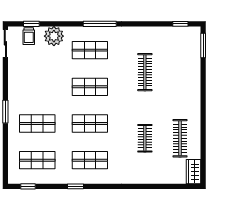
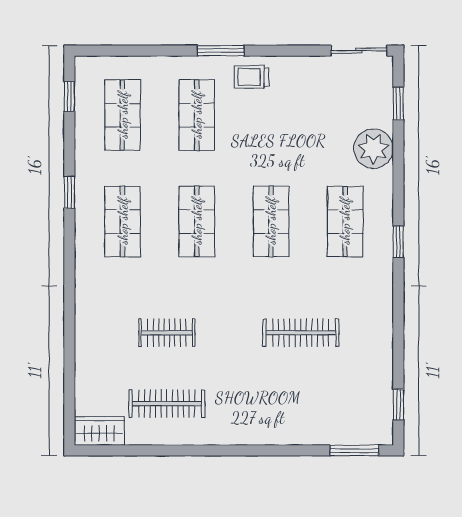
window: (100, 24) -> (398, 242), width x0.46
trolley: (29, 36) -> (252, 77), moved

